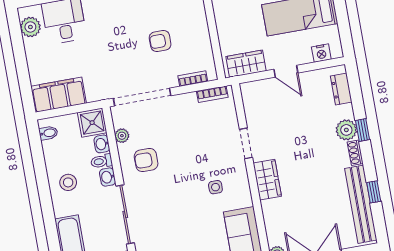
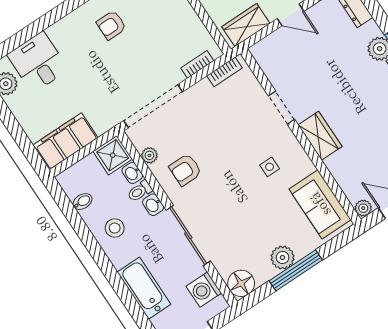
armchair: (160, 41) -> (111, 25), moved
bidet: (48, 133) -> (82, 202), moved

